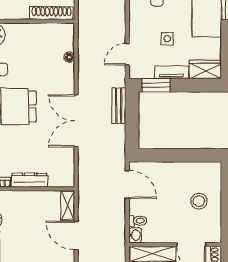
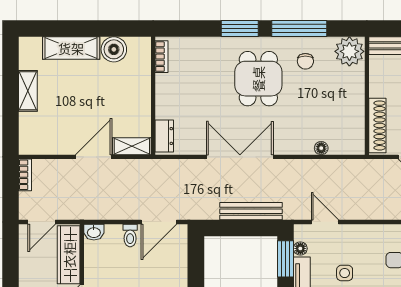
floor lamp: (148, 73) -> (300, 248), added
bench: (119, 106) -> (251, 211), width x1.36
dresser: (29, 180) -> (164, 136), moved, width x0.70
toilet: (138, 221) -> (130, 235), moved

